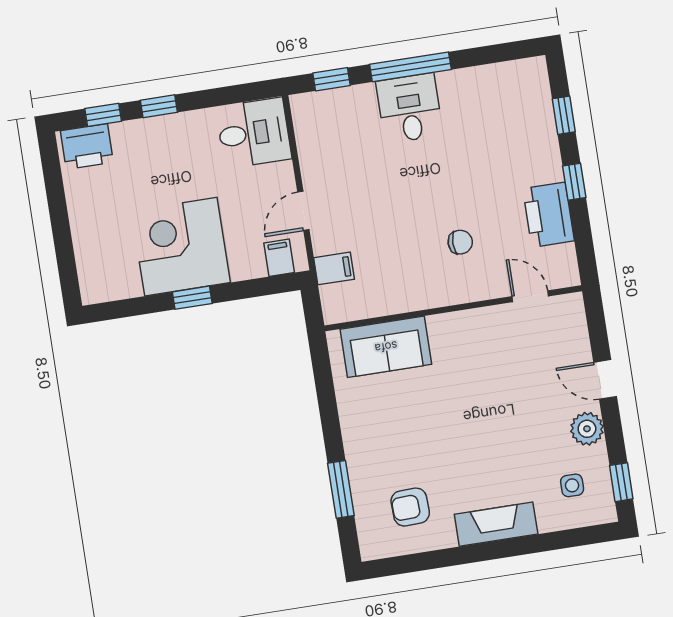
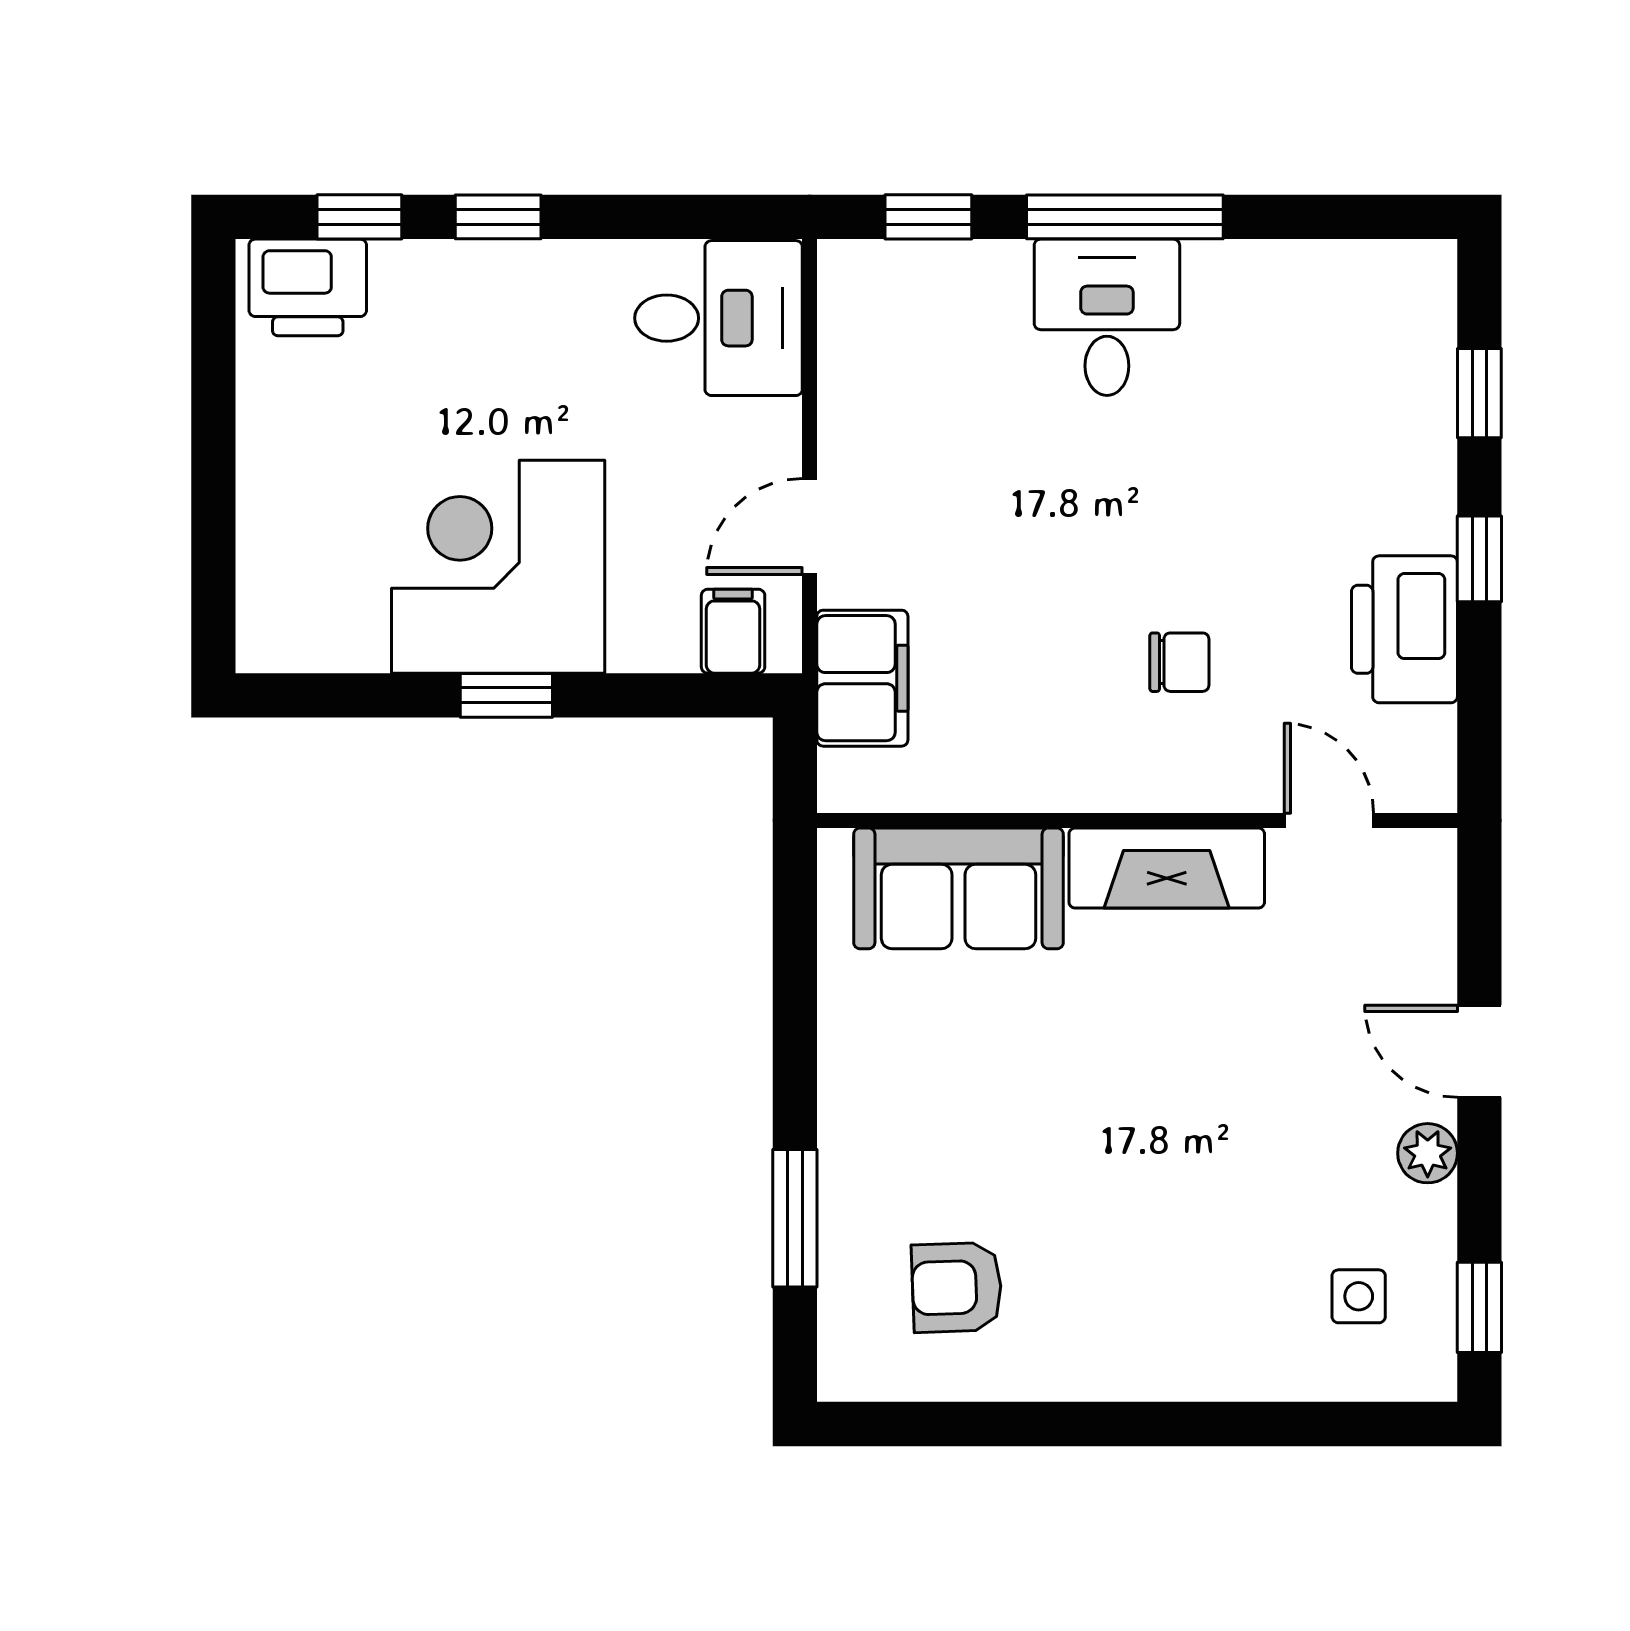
filing cabinet: (334, 268) -> (862, 678), width x2.00
plant: (587, 429) -> (1428, 1153), width x0.73, depth x0.73
fireplace: (496, 524) -> (1167, 868), moved, turned 180

